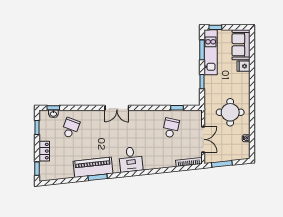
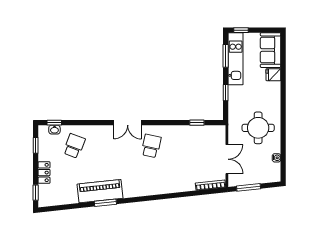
school desk: (171, 128) -> (151, 146), moved
desk: (131, 159) -> (144, 182), removed

